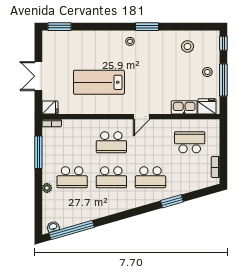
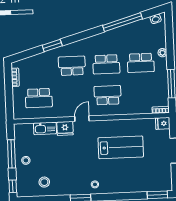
fridge: (207, 106) -> (65, 128), moved
school desk: (72, 177) -> (141, 63), turned 180
school desk: (111, 177) -> (106, 64), turned 180
window: (72, 230) -> (122, 22), moved

